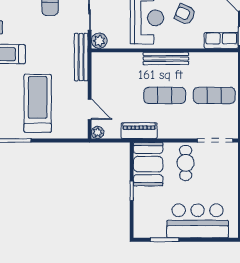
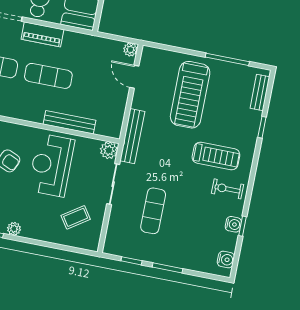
bench: (166, 58) -> (70, 122), moved
piano: (139, 131) -> (42, 34), moved

